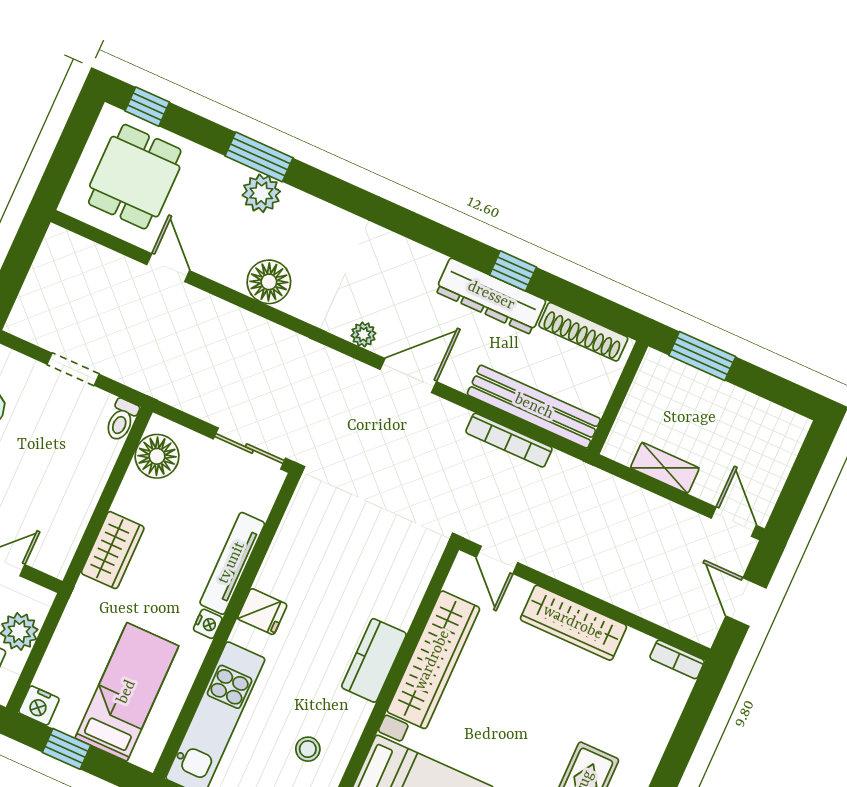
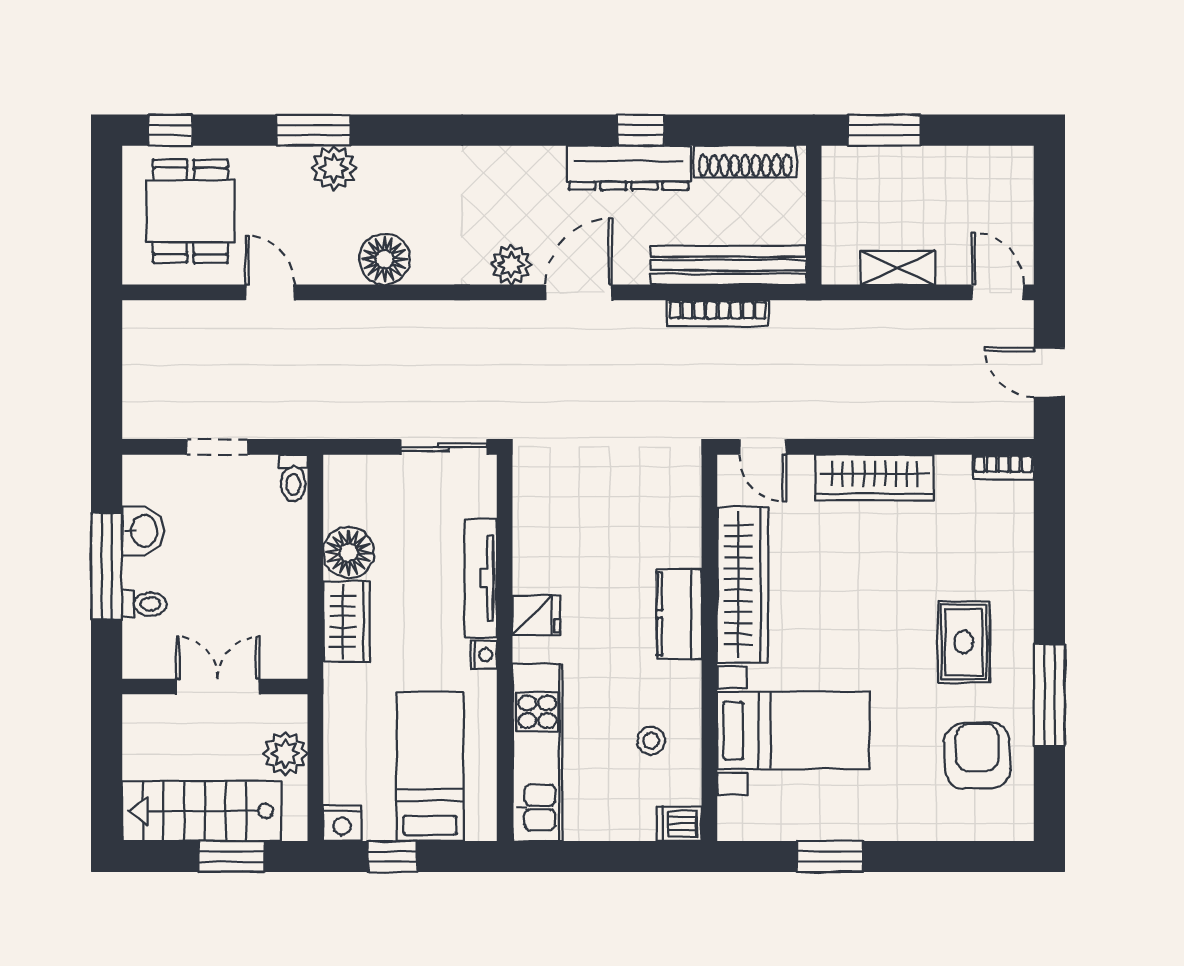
plant: (363, 334) -> (511, 265), width x1.38, depth x1.38
floor lamp: (157, 456) -> (349, 553), moved

